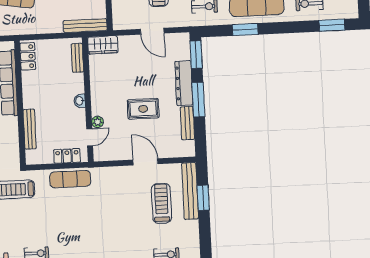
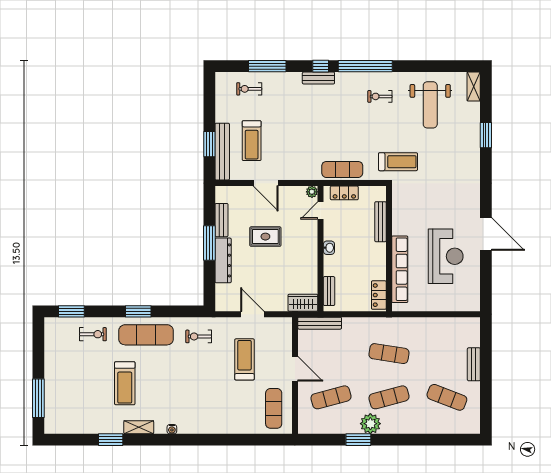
window: (245, 29) -> (138, 311), moved
window: (196, 55) -> (209, 289), removed
plant: (98, 122) -> (312, 192), moved

